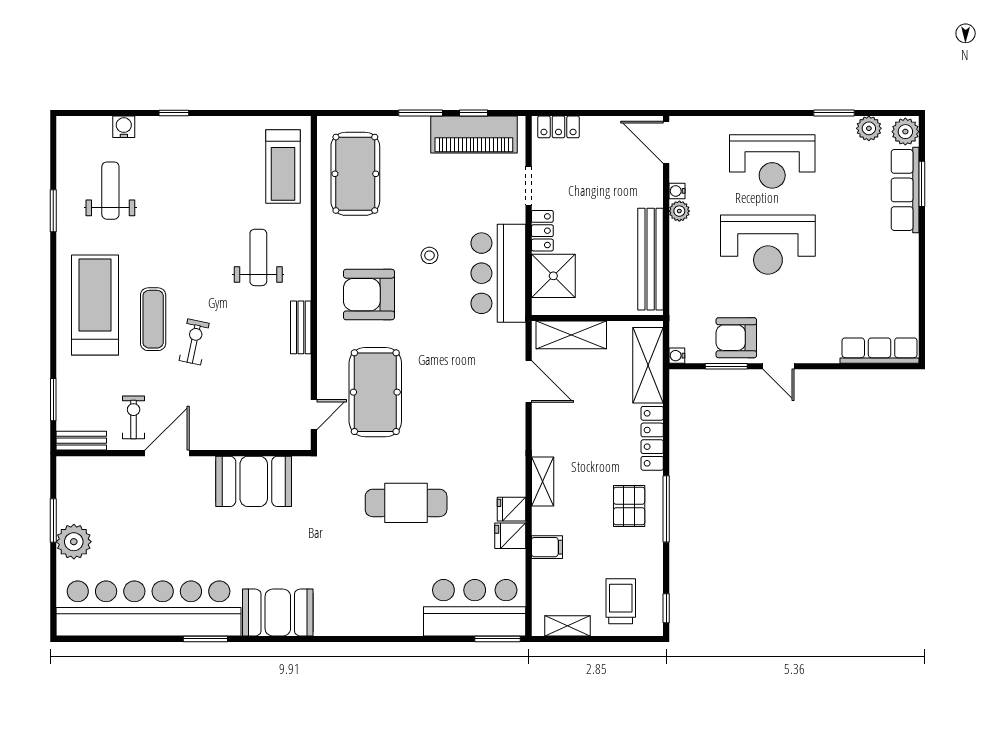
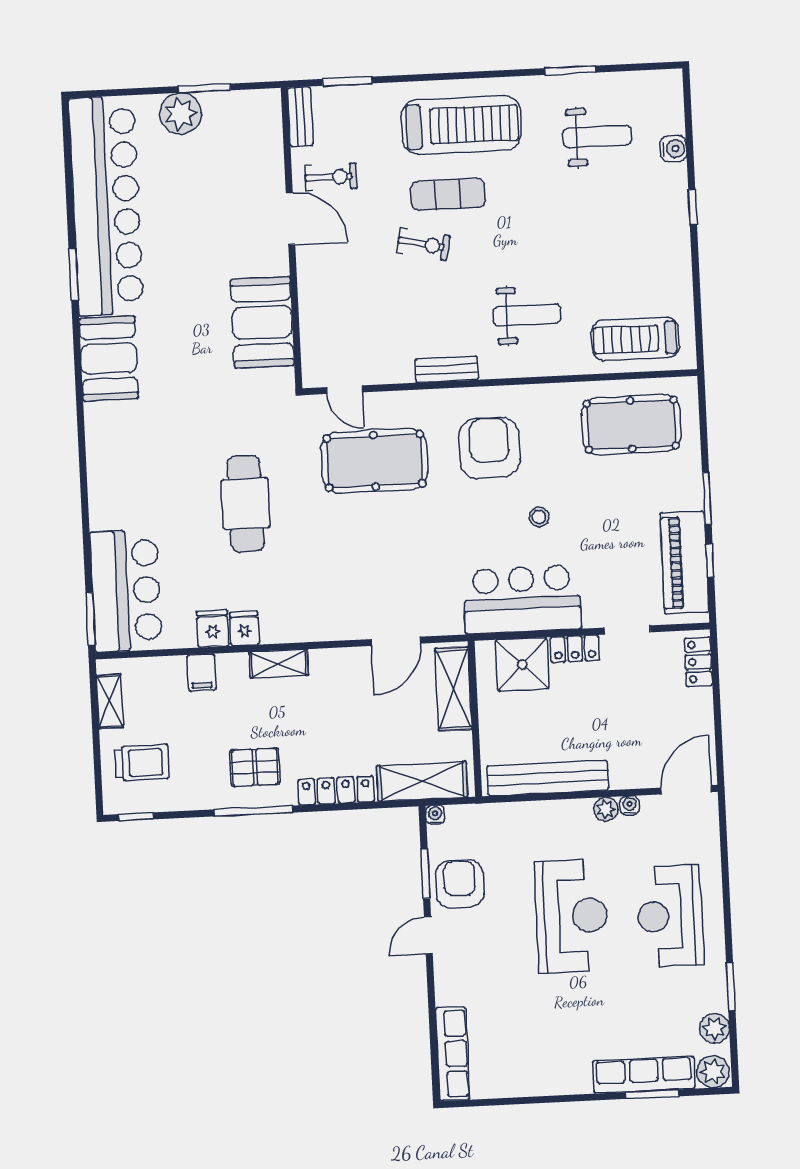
reception desk: (768, 245) -> (572, 916), turned 180

